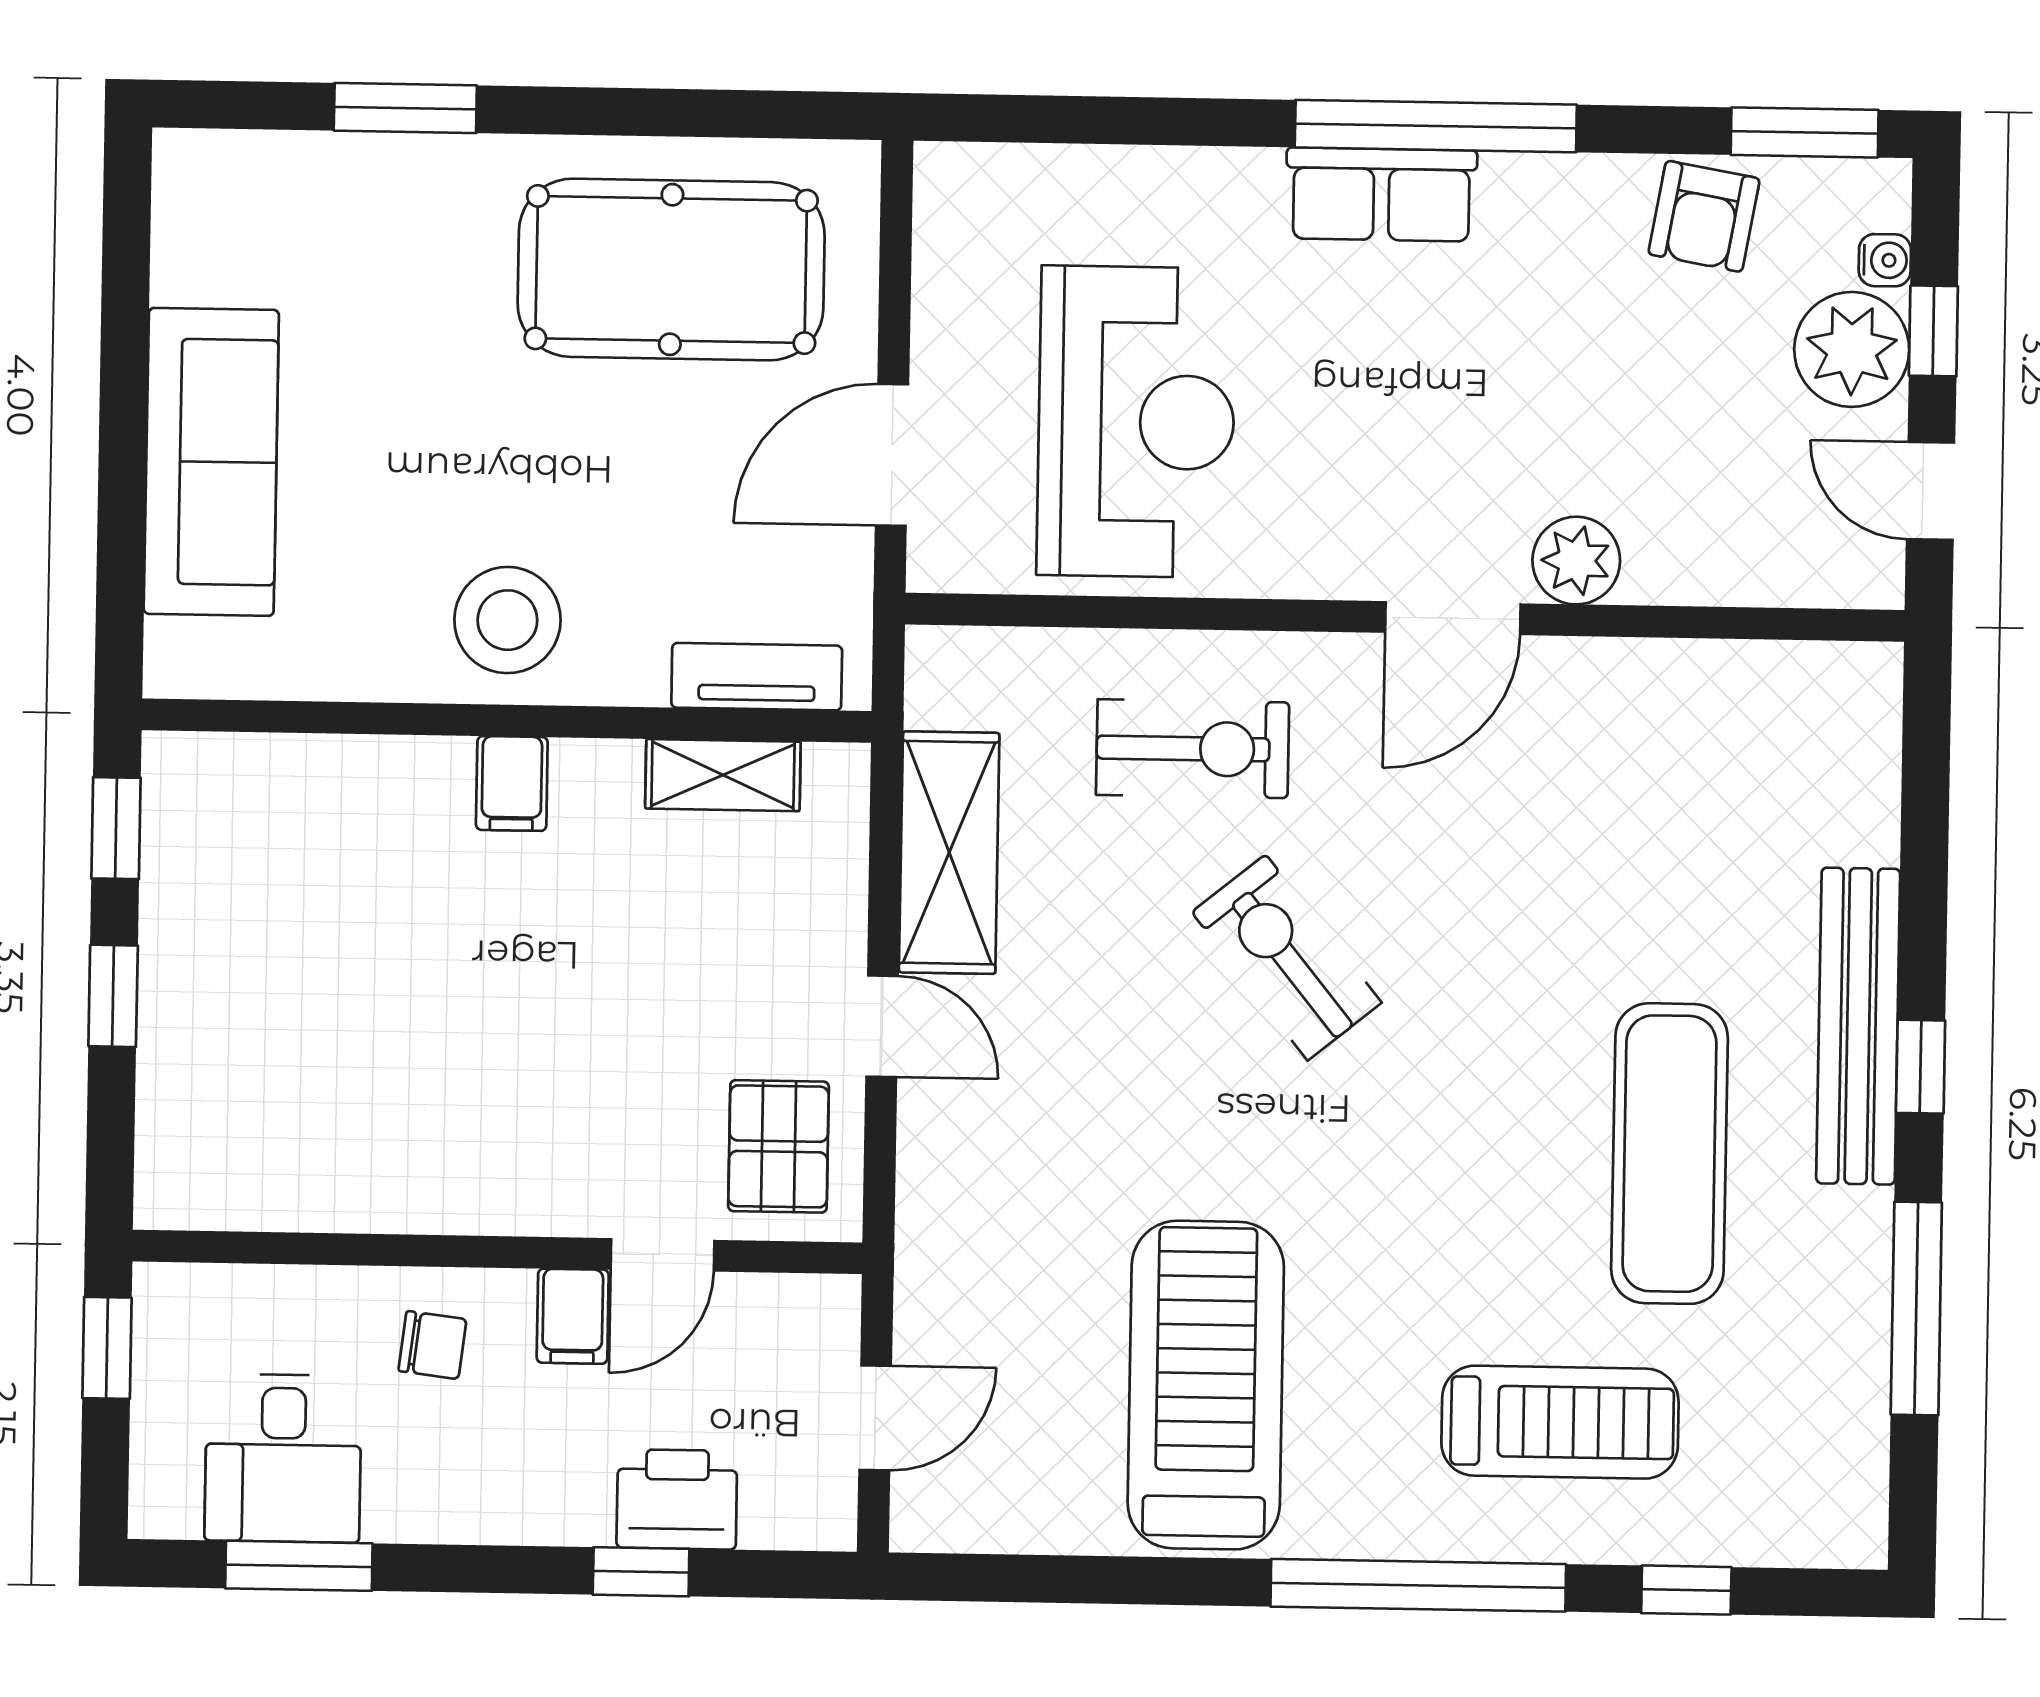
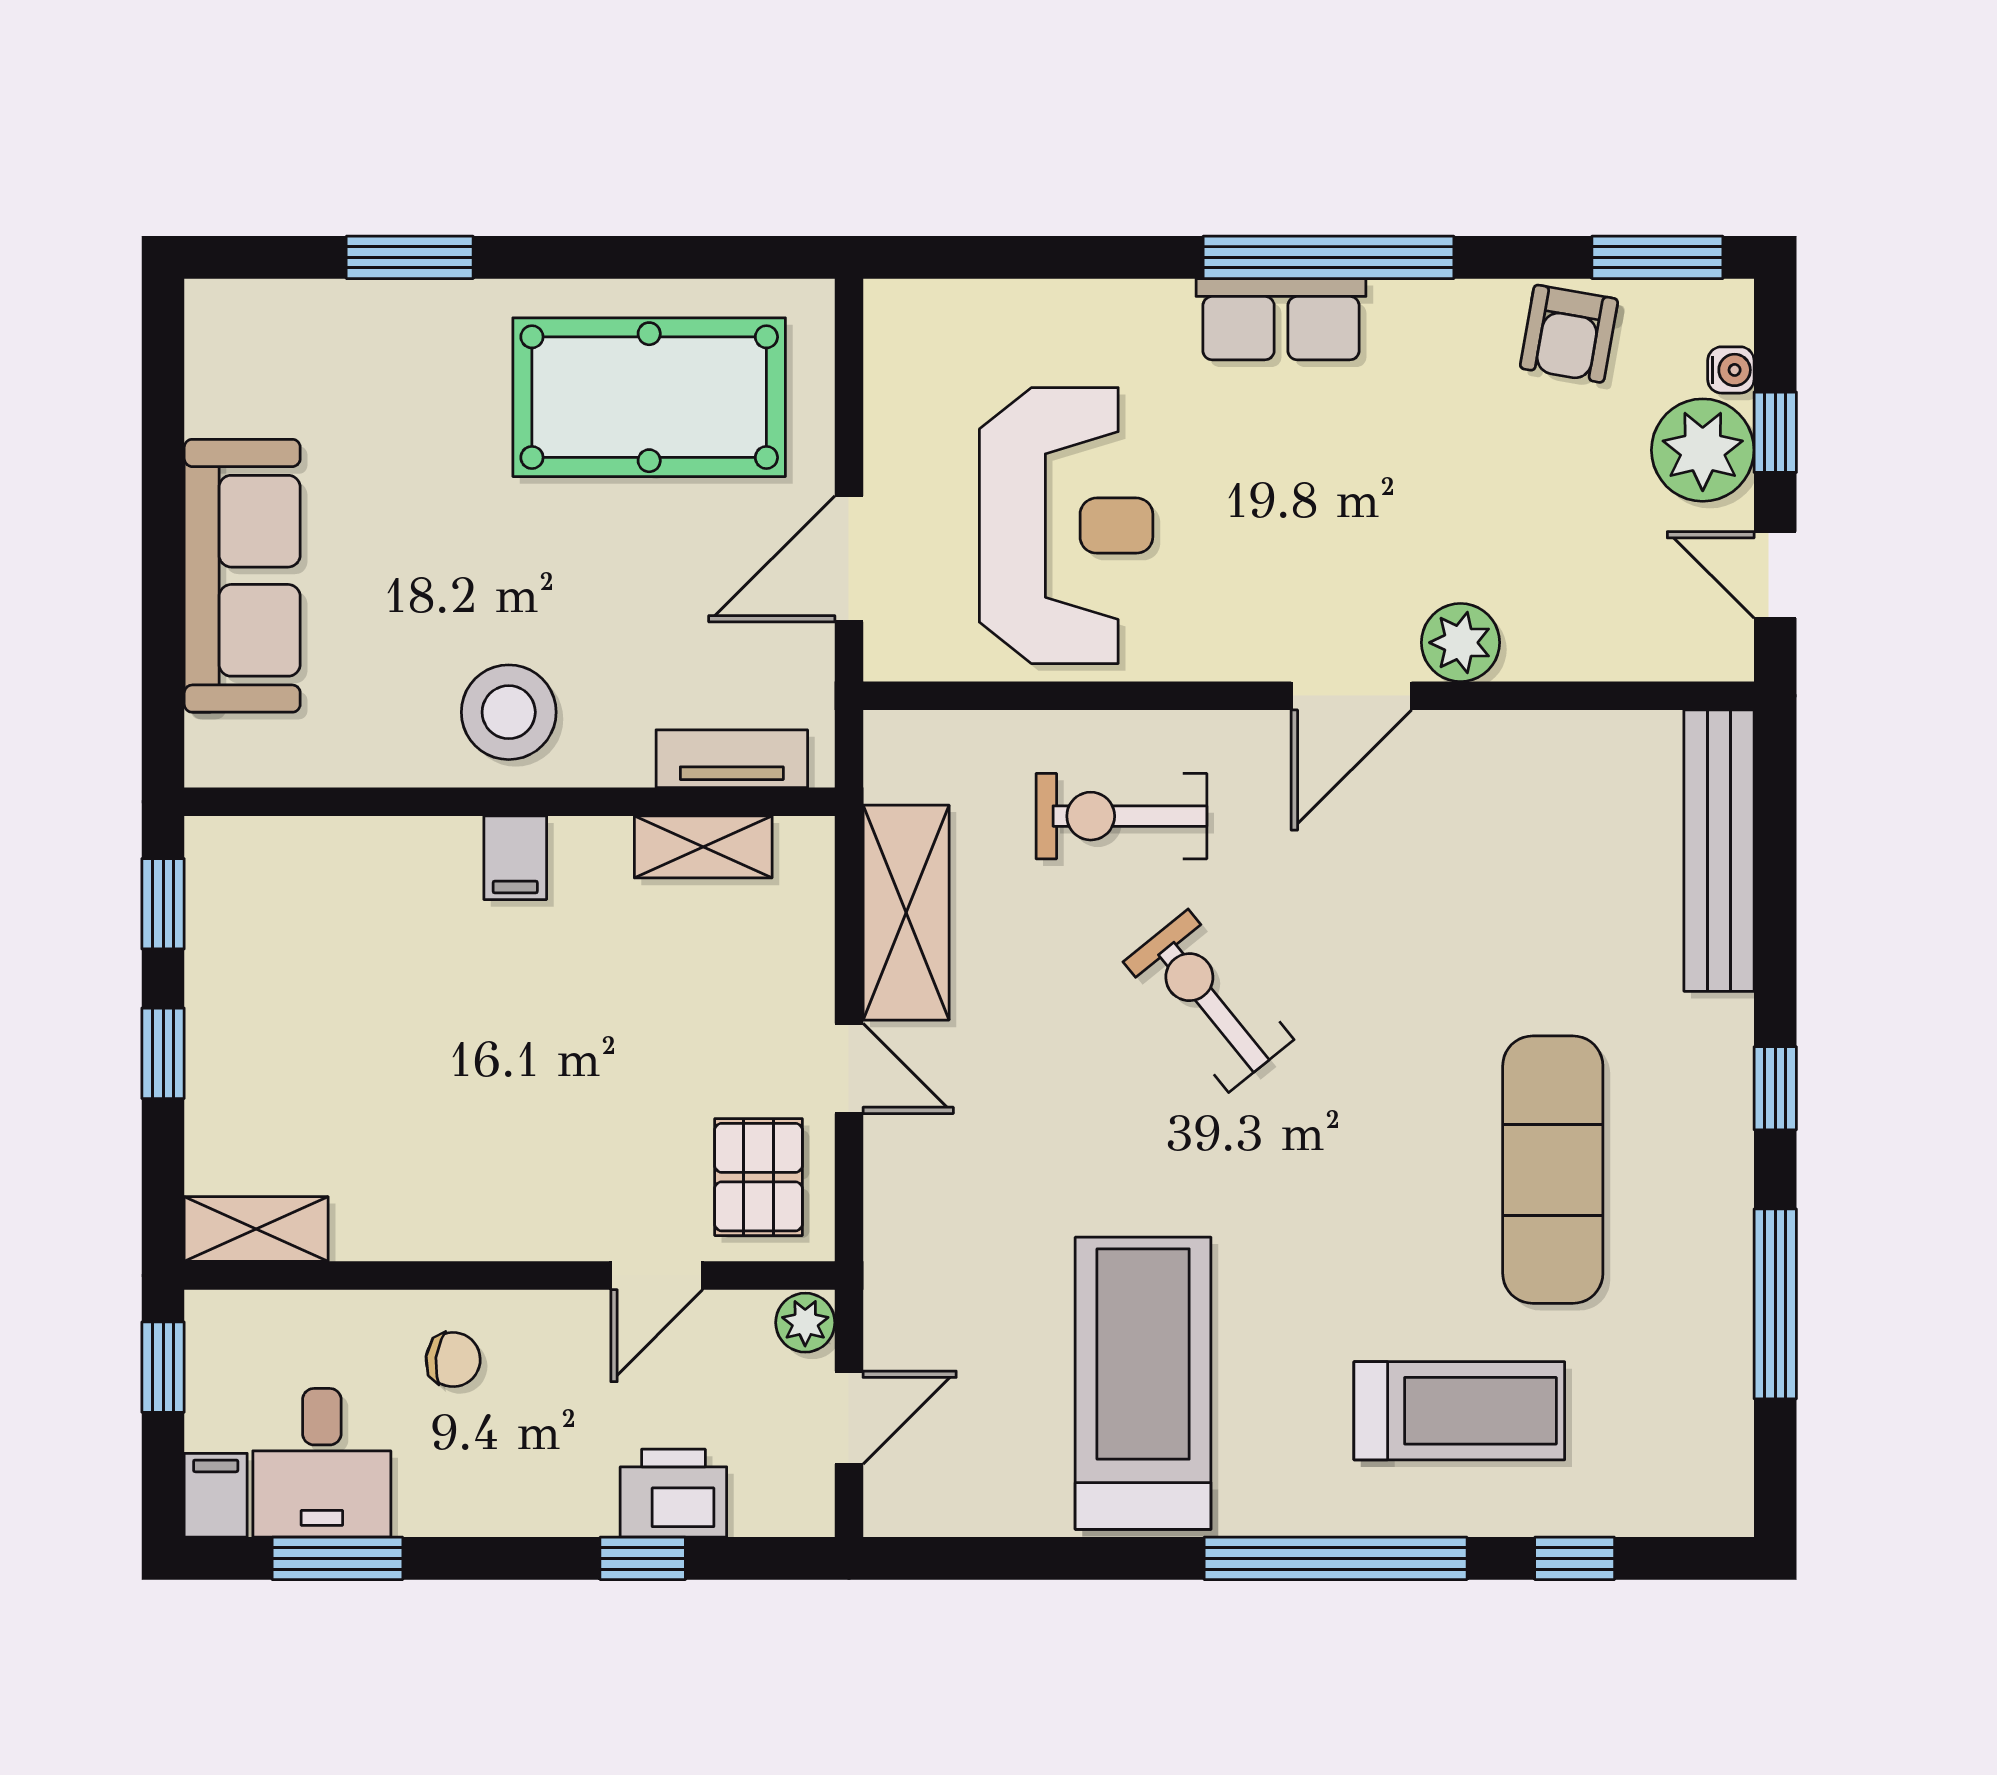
exercise bike: (1193, 749) -> (1121, 816), turned 180
bench: (1858, 1026) -> (1719, 851), moved
shelving: (214, 1195) -> (256, 1229), added
plant: (828, 1311) -> (805, 1323), added
filing cabinet: (573, 1316) -> (216, 1495), moved, turned 180

